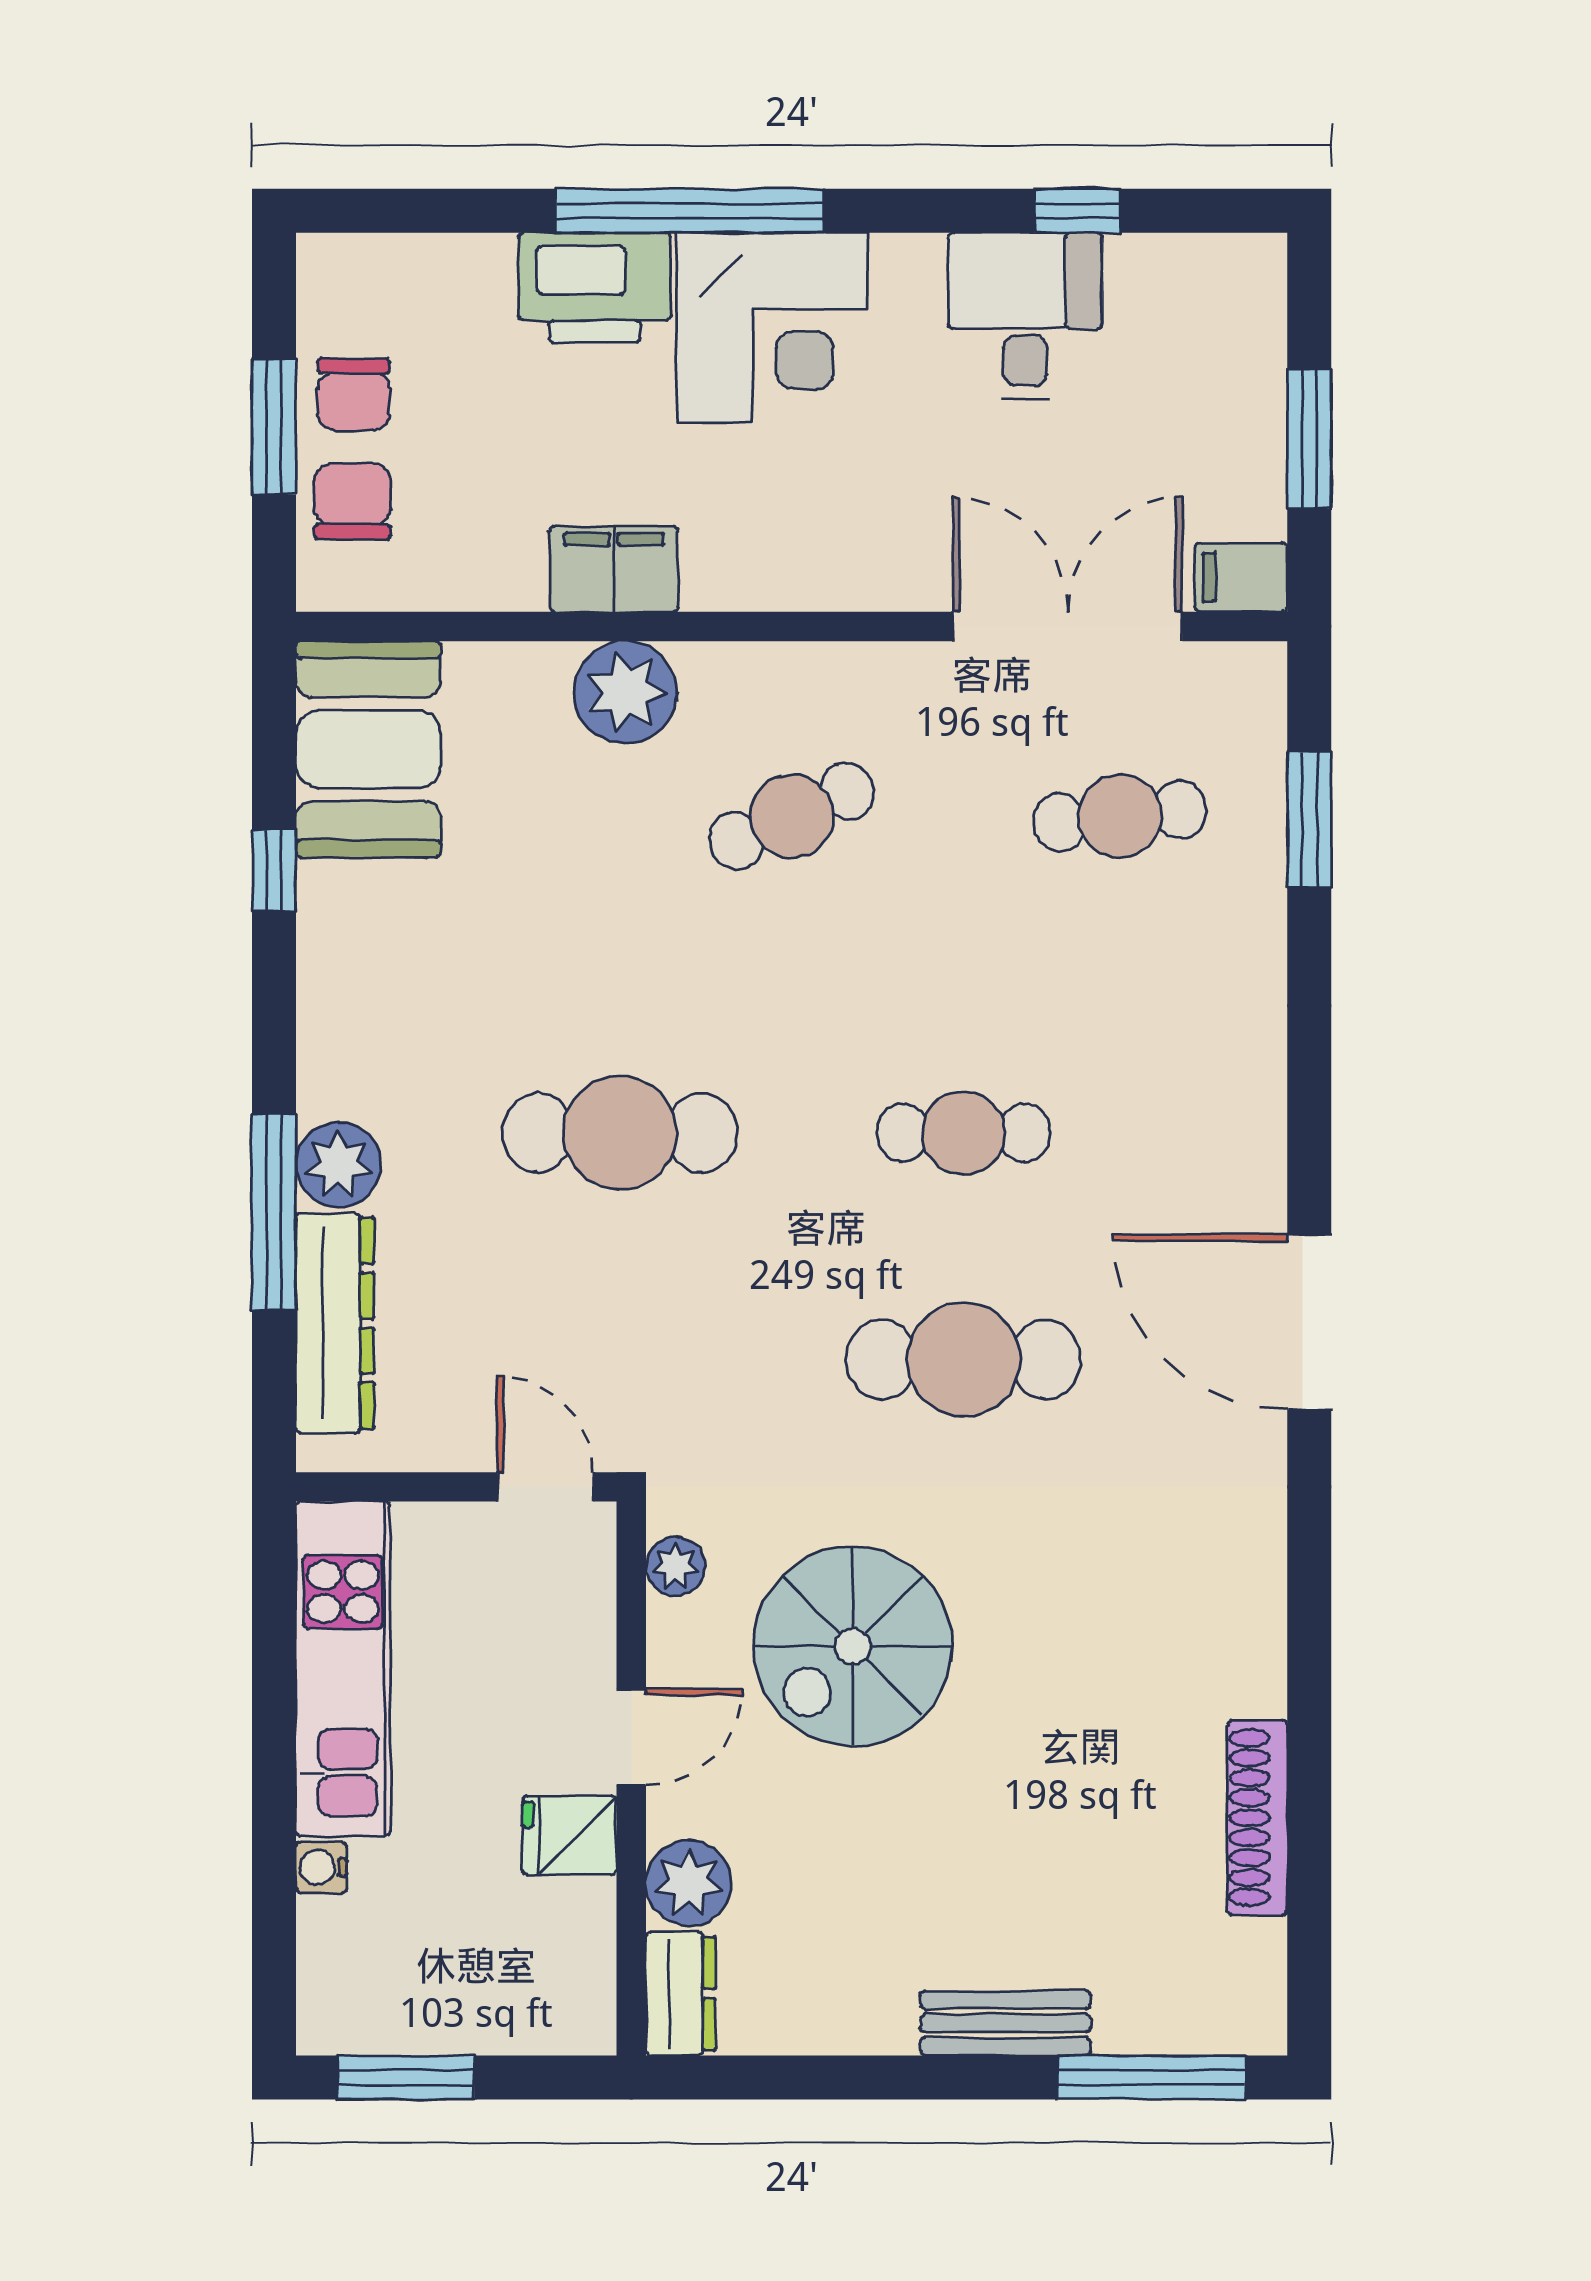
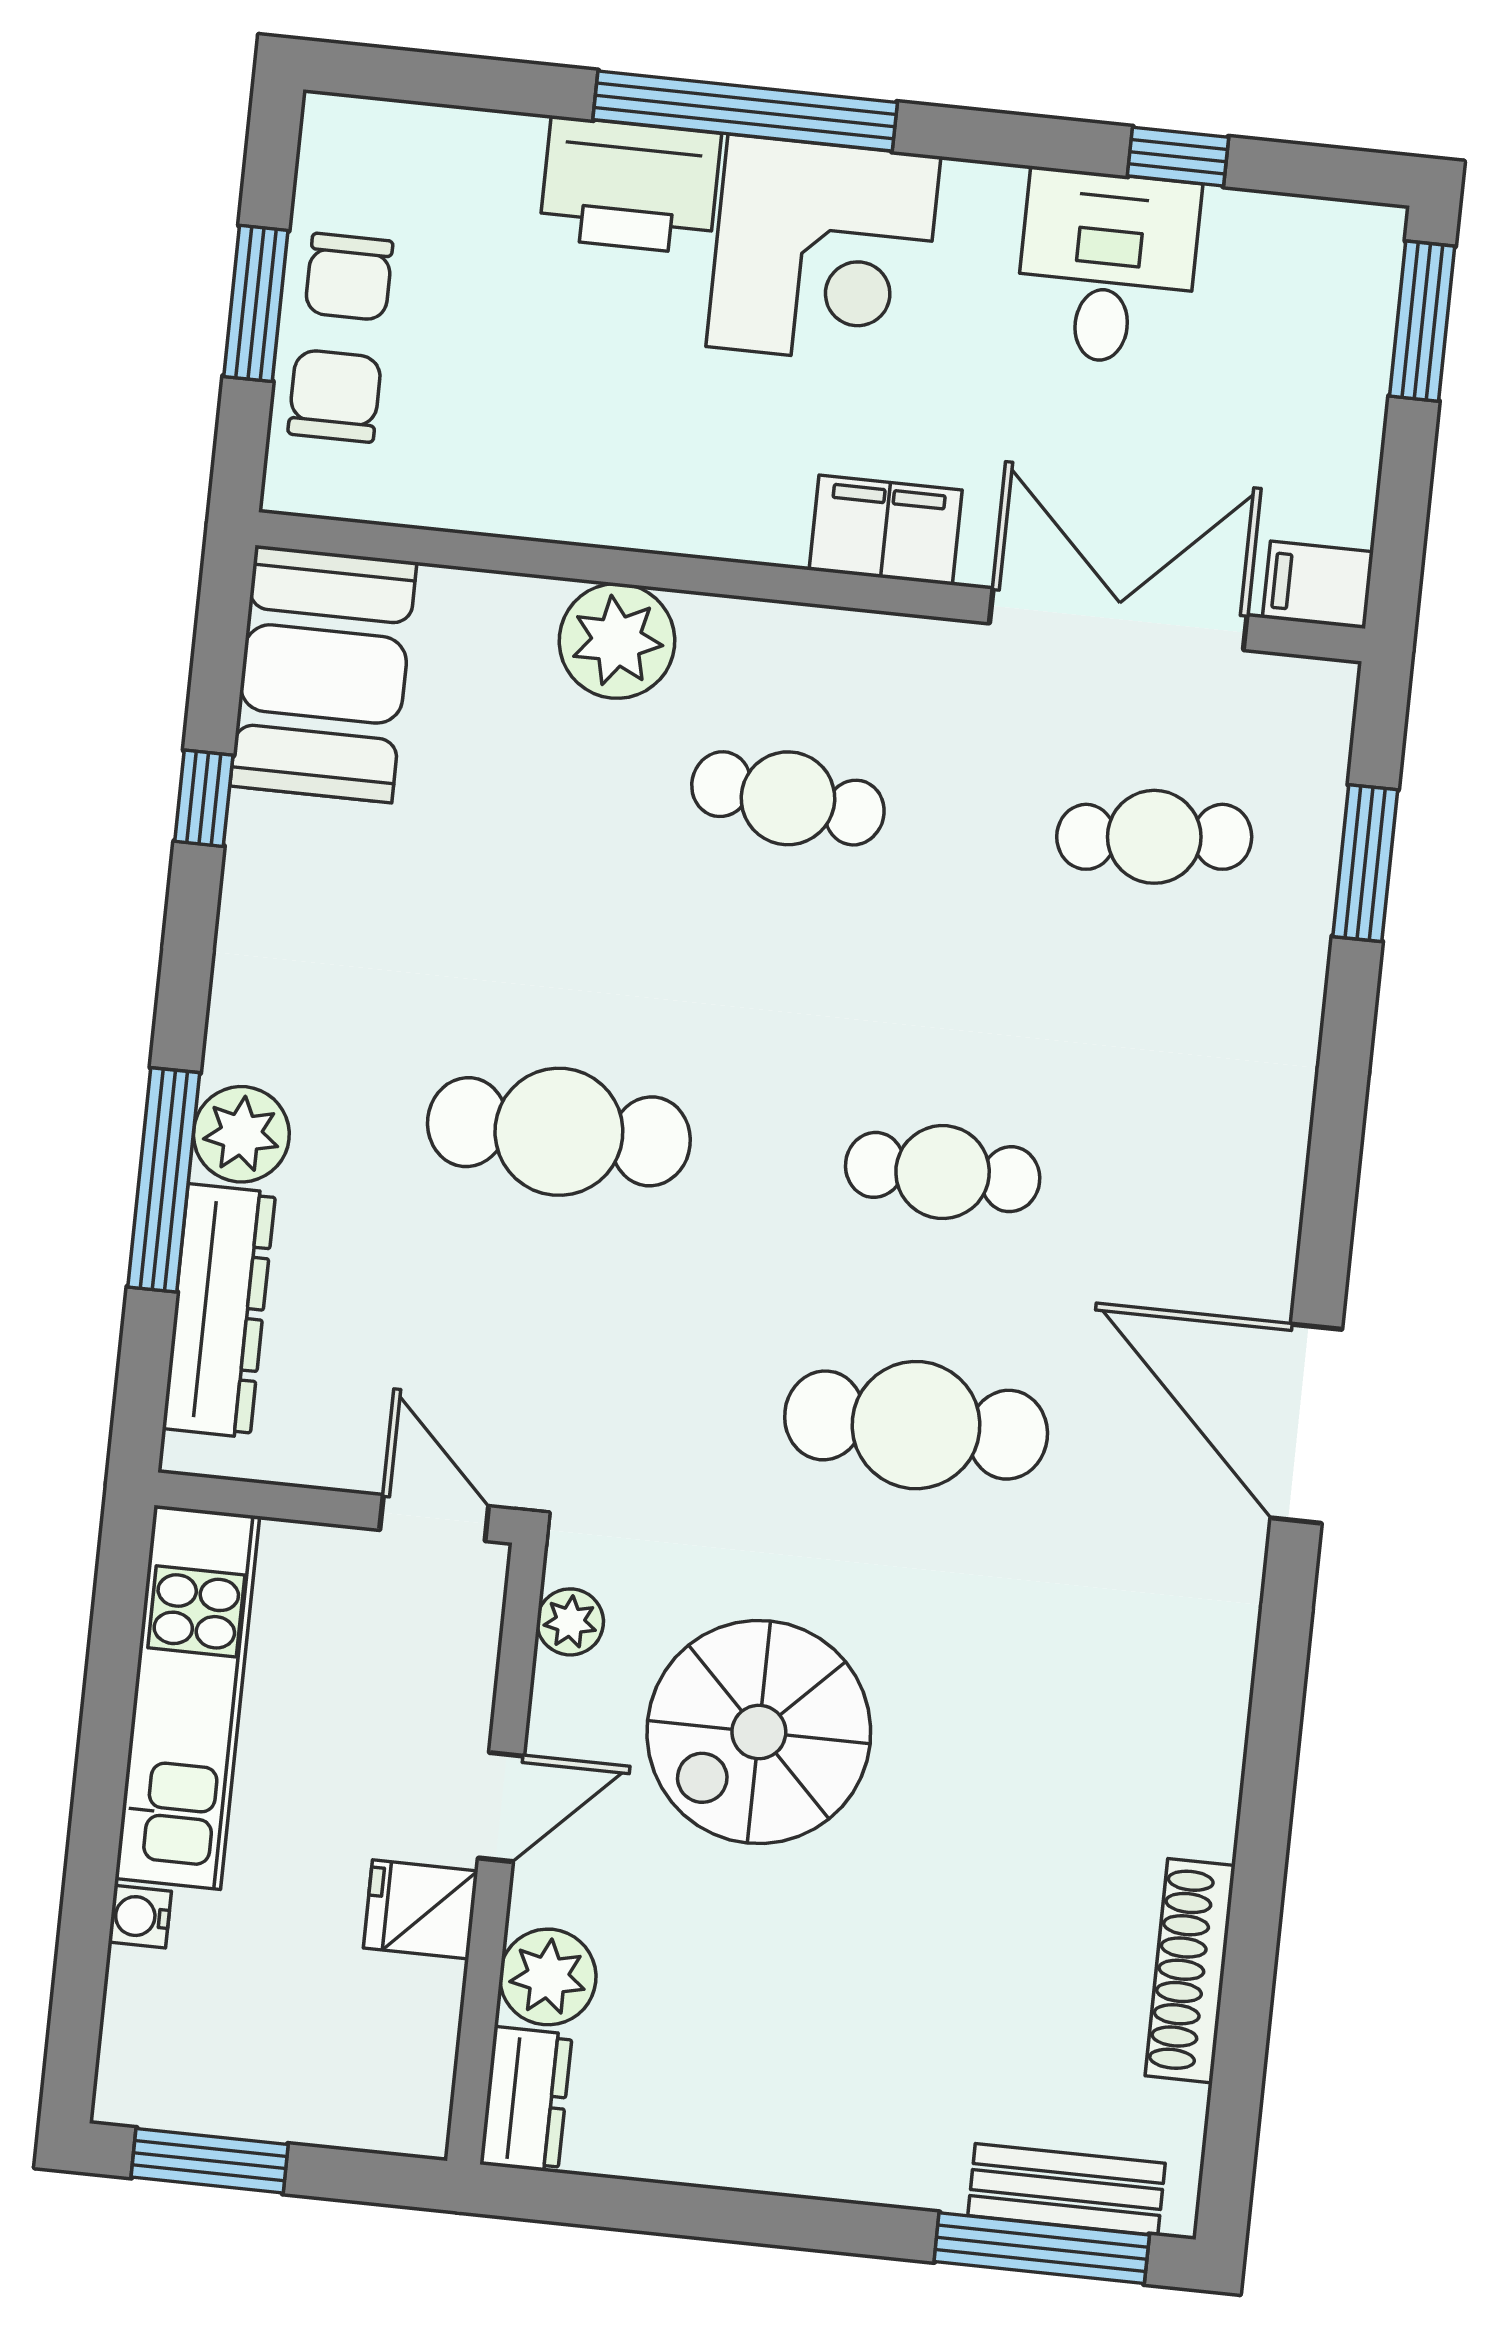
window: (1309, 439) -> (1422, 321), moved
filing cabinet: (614, 569) -> (886, 530), moved
cafe table: (792, 816) -> (788, 798), turned 30
bench: (1006, 2023) -> (1066, 2189), moved

